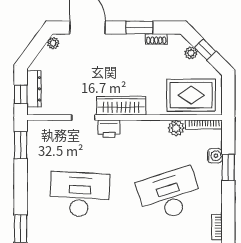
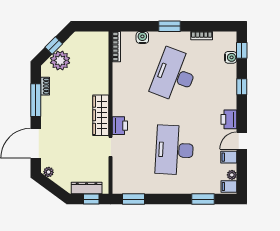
window: (139, 28) -> (36, 100), width x1.44
plant: (191, 53) -> (60, 60), width x1.87, depth x1.87
rug: (191, 95) -> (92, 57), removed
plant: (176, 128) -> (119, 70), removed
window: (228, 167) -> (169, 26), moved
desk: (169, 194) -> (175, 75), turned 39

